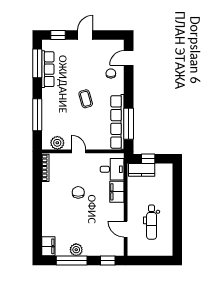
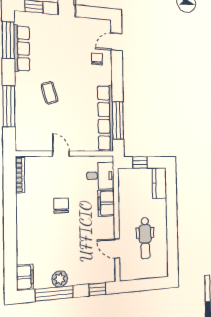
coffee table: (86, 99) -> (50, 93), moved
plant: (57, 143) -> (35, 143), removed
kitchen counter: (142, 170) -> (159, 183), moved, turned 90

